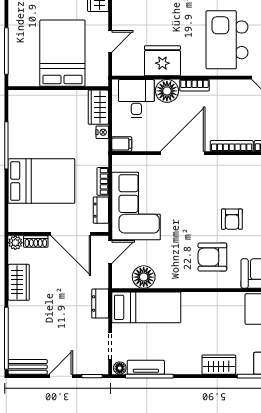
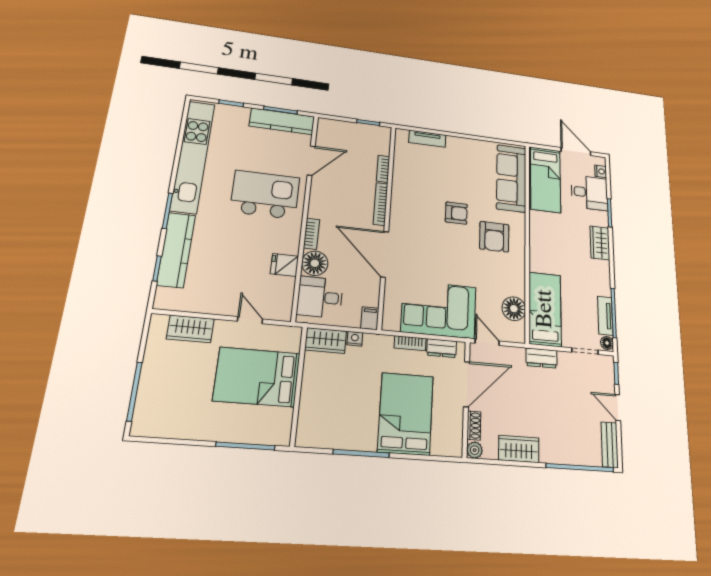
kitchen island: (227, 40) -> (265, 195), turned 180
fridge: (162, 61) -> (284, 265), width x0.53, depth x0.75

